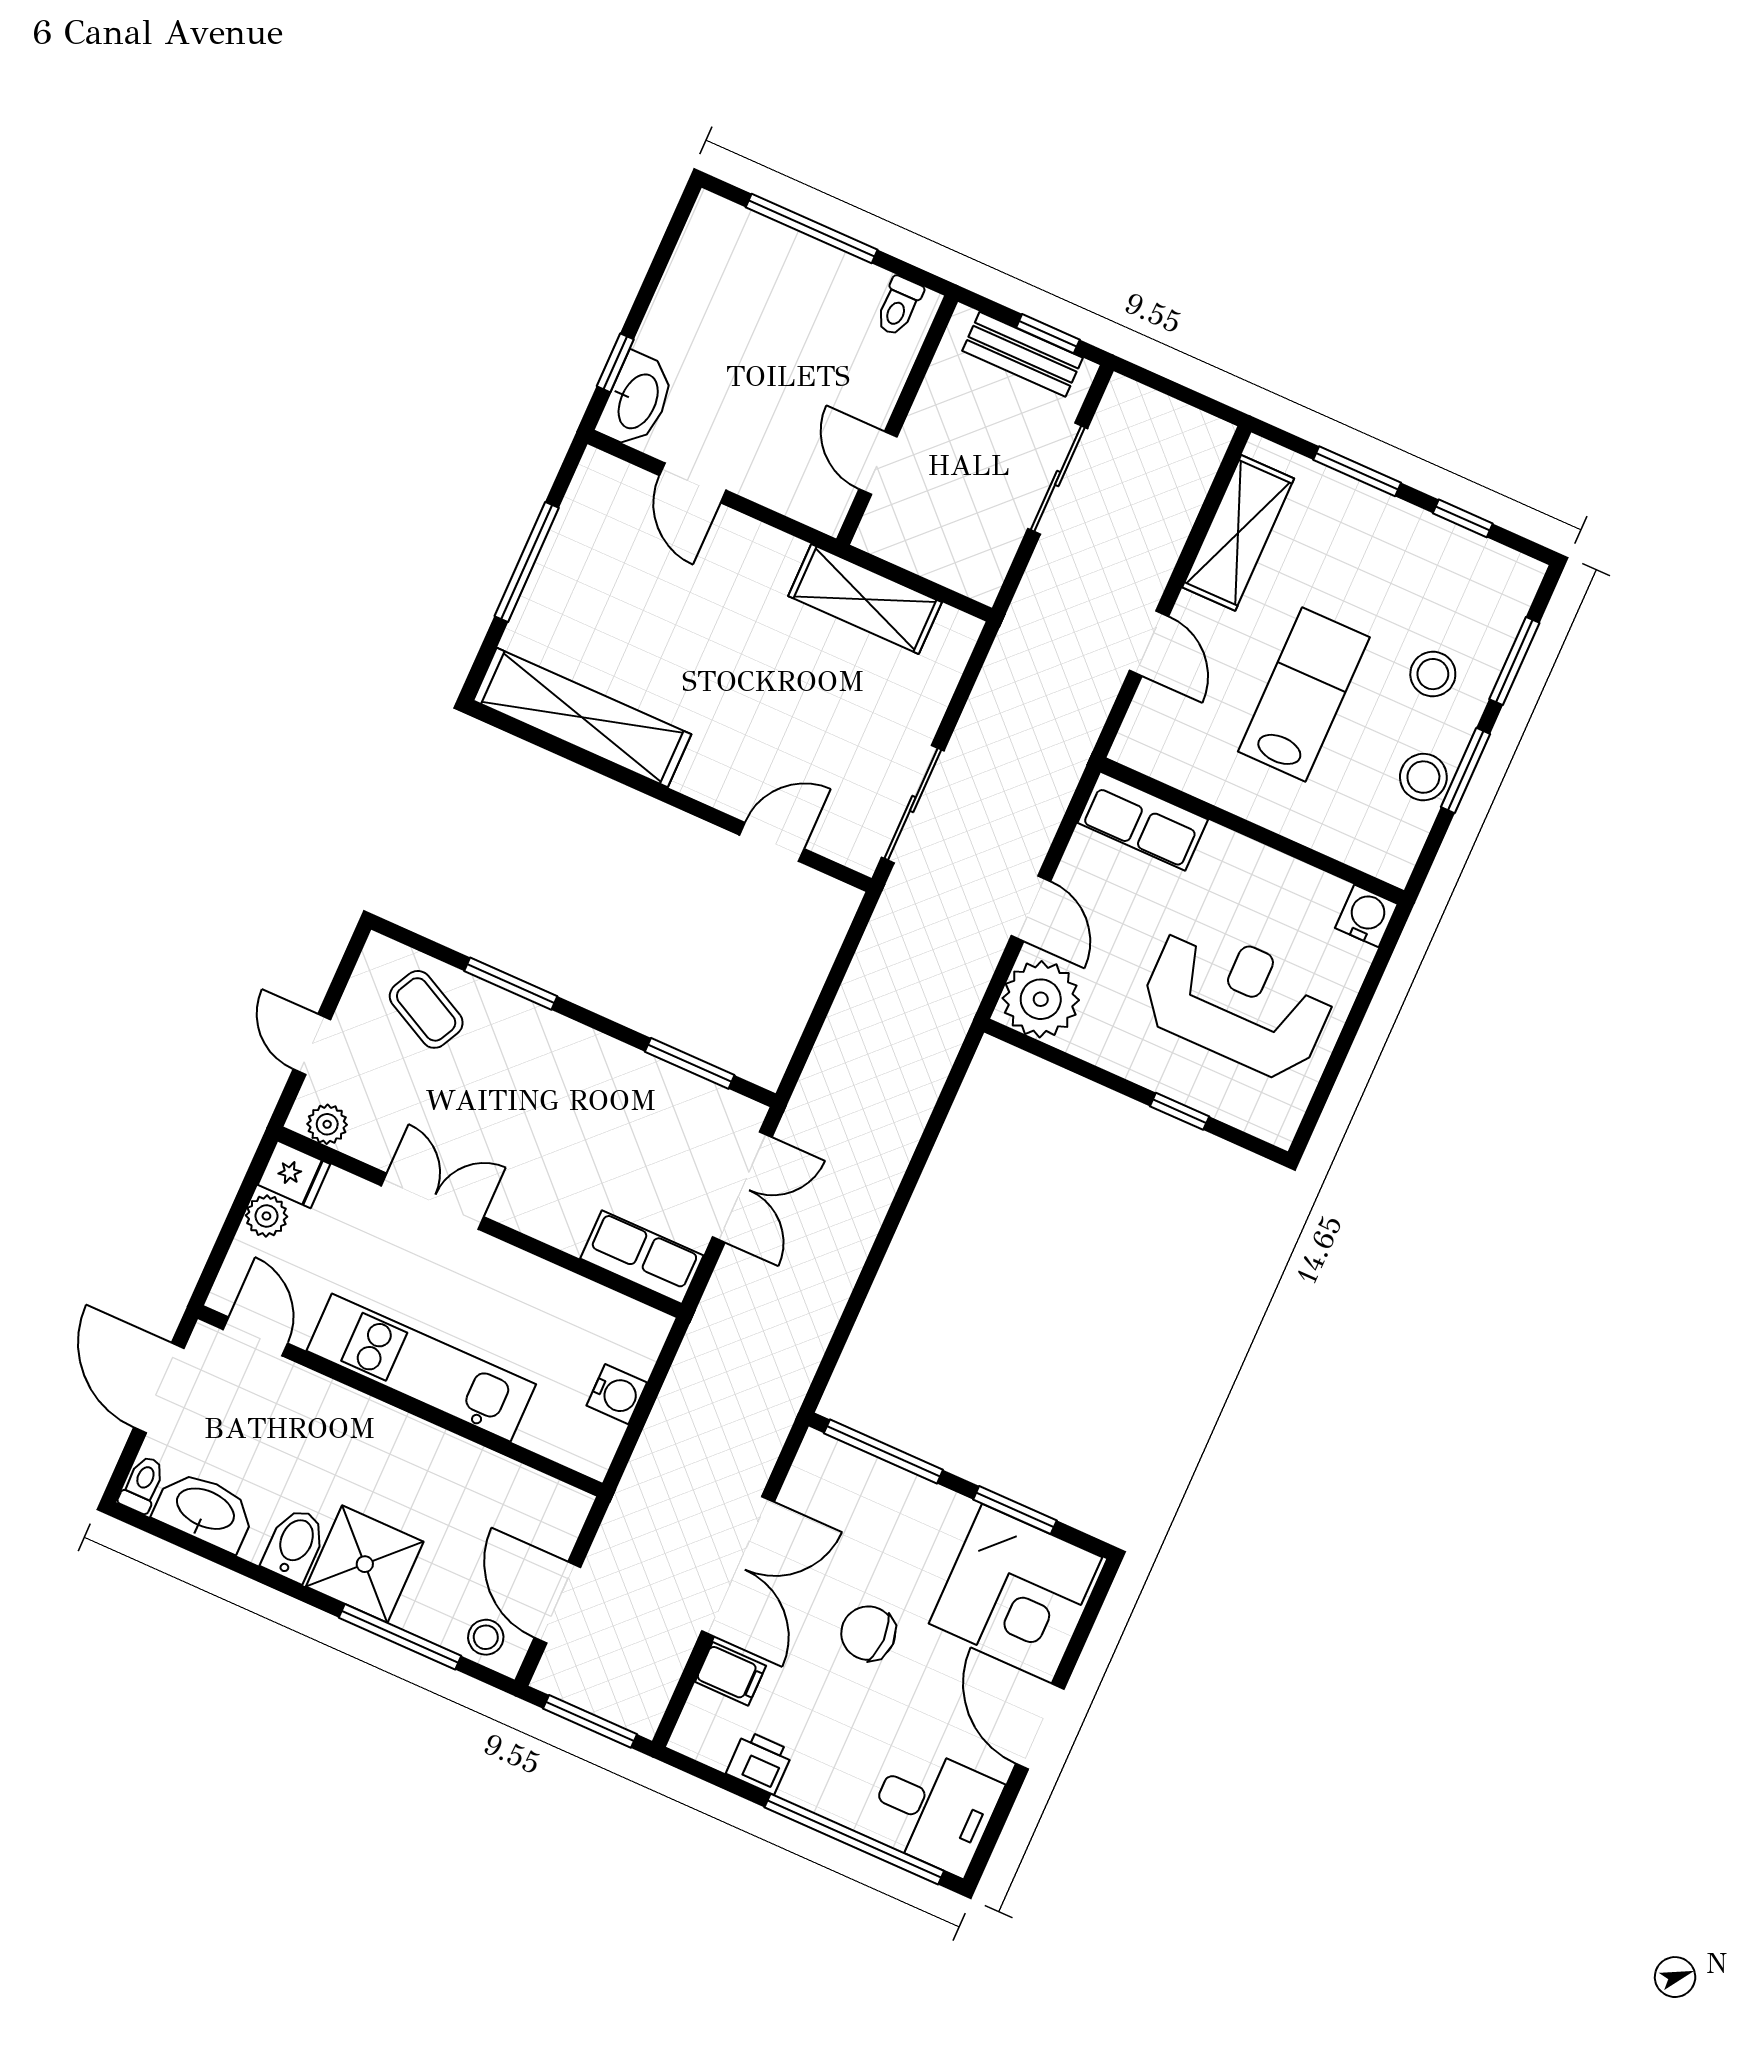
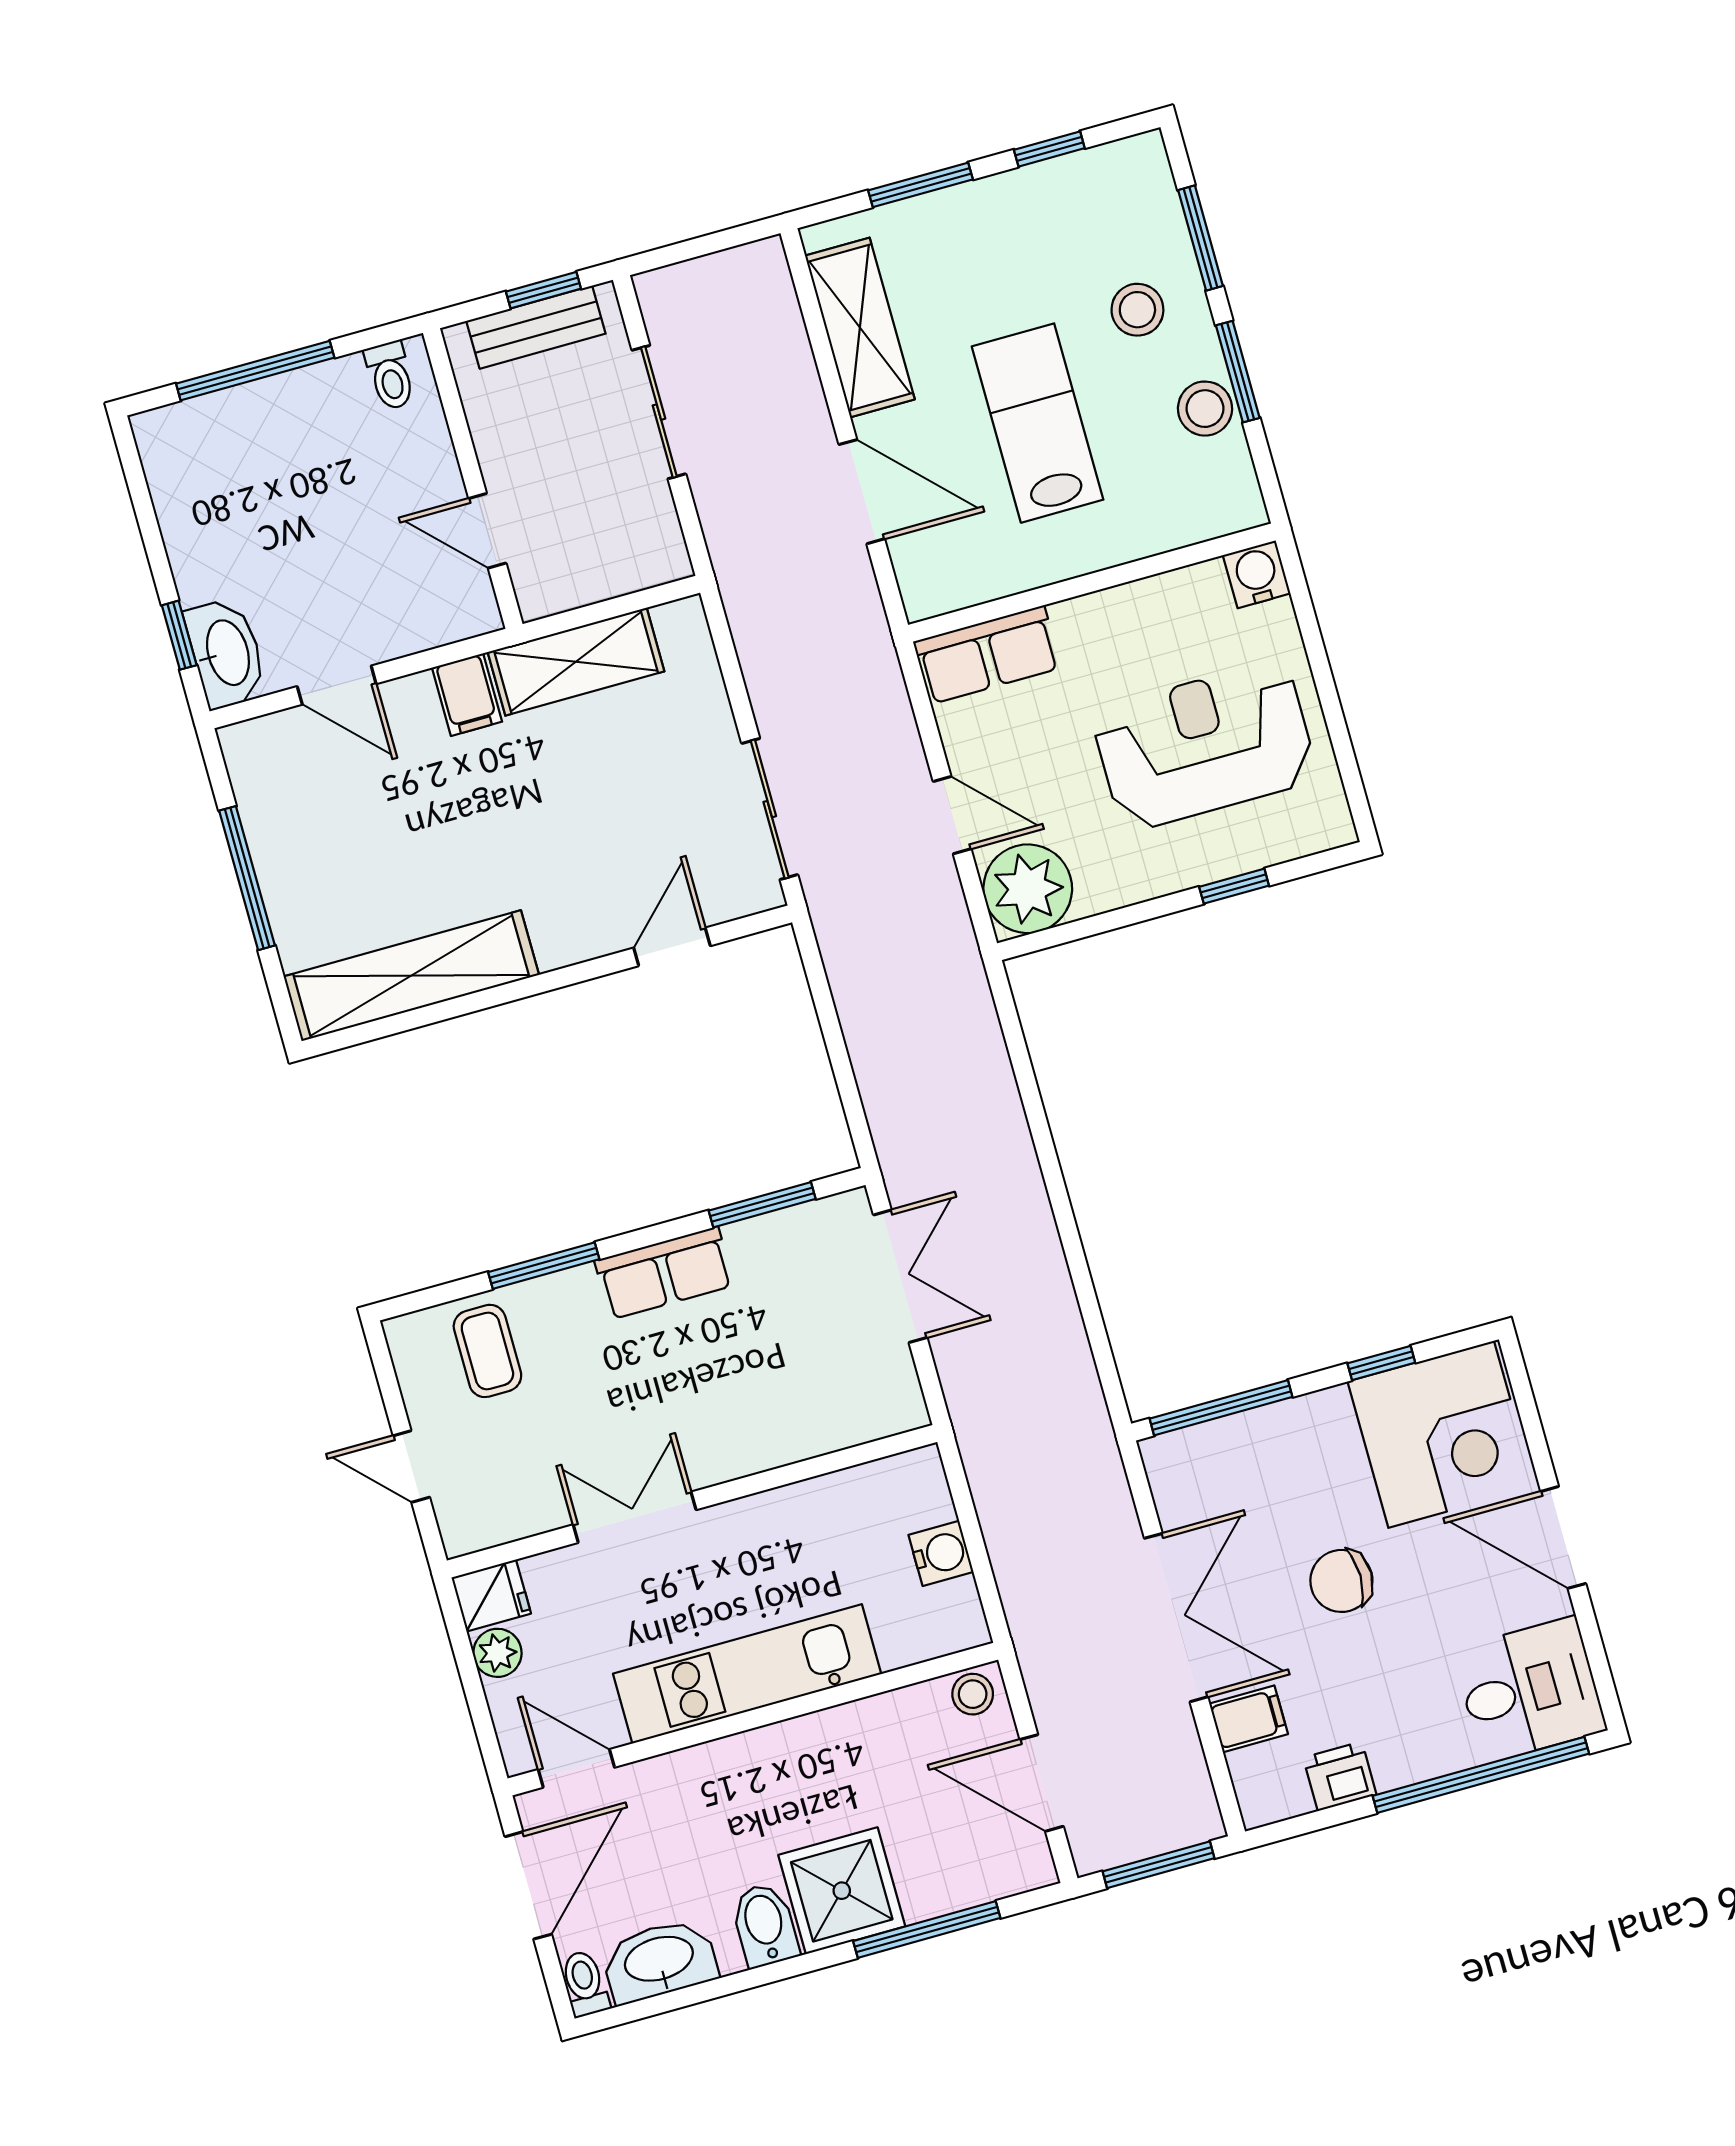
filing cabinet: (774, 561) -> (467, 695), added
door: (1149, 643) -> (862, 492), width x1.38
coffee table: (426, 1009) -> (487, 1351), turned 63
plant: (327, 1124) -> (484, 1526), removed
row of seats: (642, 1257) -> (664, 1273), moved, turned 180
door: (159, 1388) -> (528, 1885), swing flipped
window: (1015, 1510) -> (1381, 1363), width x0.67
stool: (486, 1637) -> (973, 1694), moved

